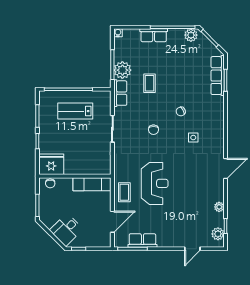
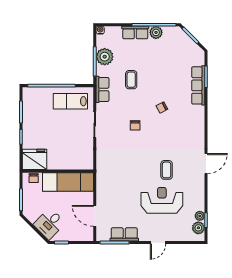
plant: (191, 35) -> (156, 32), moved
plant: (122, 70) -> (105, 57), moved
row of seats: (218, 76) -> (198, 85), moved
lab bench: (75, 111) -> (70, 101), moved
side table: (193, 138) -> (174, 133), removed
reception desk: (155, 183) -> (162, 200), moved, turned -90
exam couch: (92, 184) -> (68, 182), width x1.36, depth x1.45
coffee table: (124, 192) -> (167, 170), moved
plant: (219, 207) -> (200, 216), moved
door: (112, 222) -> (95, 216), swing flipped
door: (192, 249) -> (158, 243), moved

